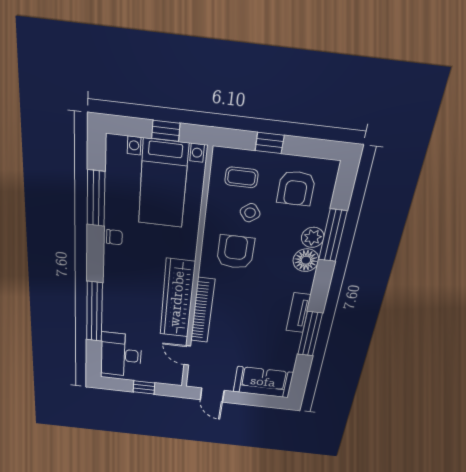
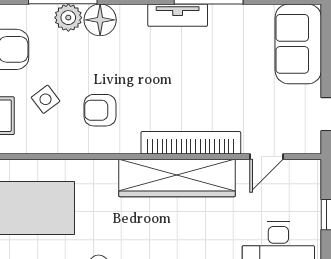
armchair: (235, 252) -> (100, 110), width x0.72, depth x0.72

